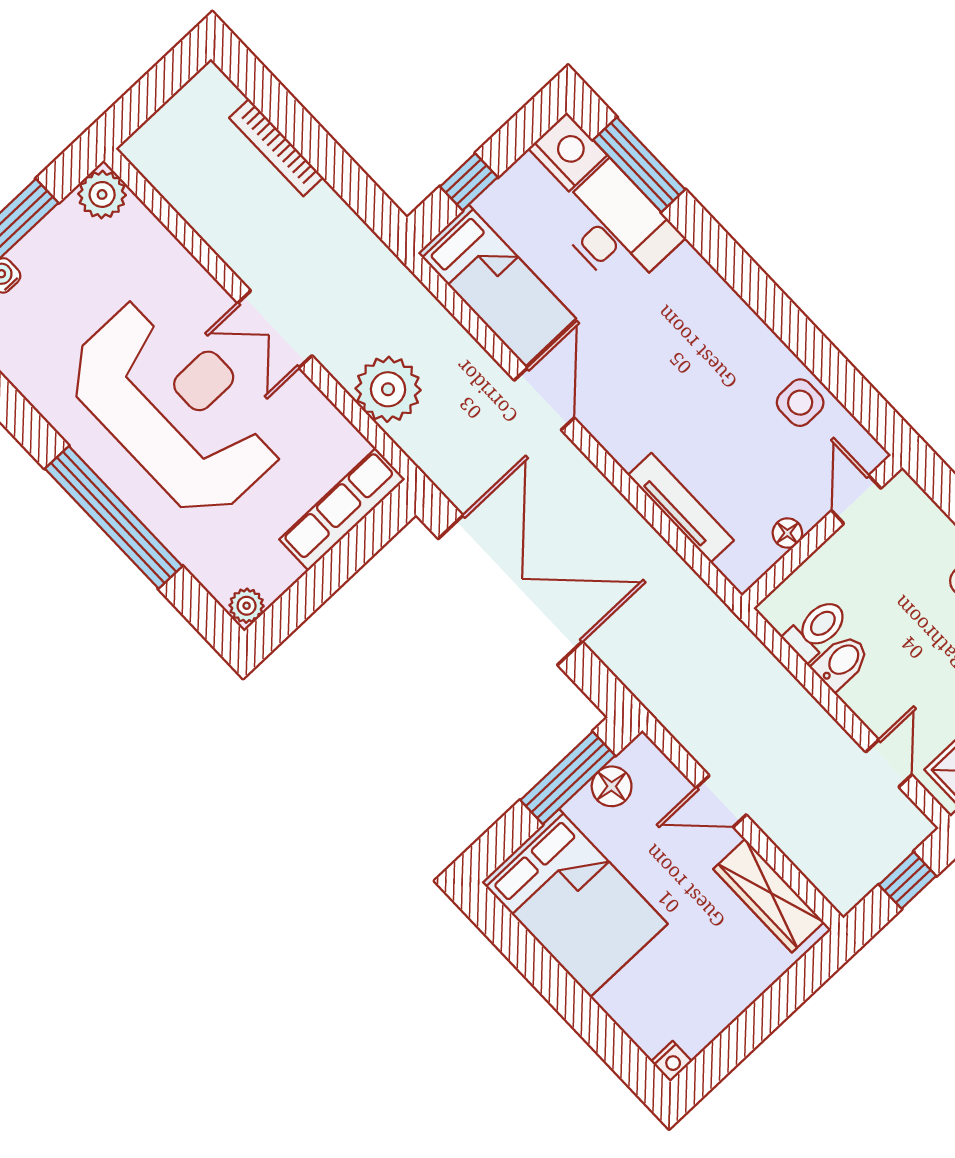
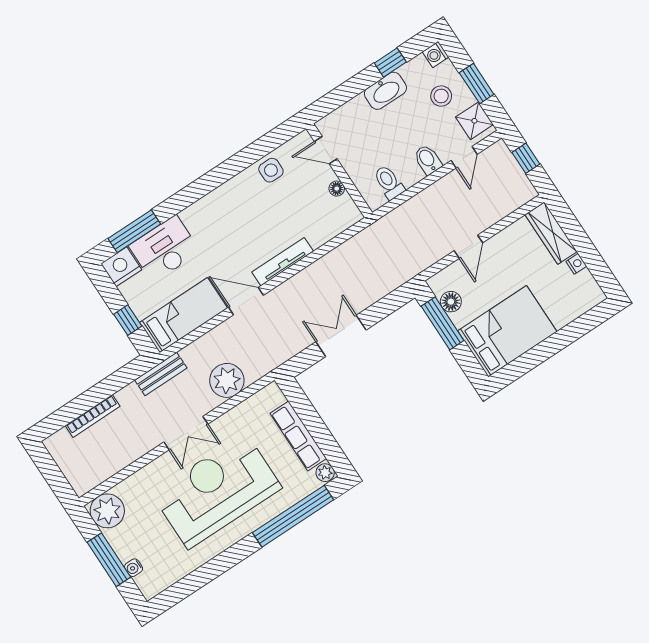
plant: (102, 194) -> (107, 511), width x1.36, depth x1.36
bench: (378, 262) -> (161, 374), added
tv unit: (681, 508) -> (283, 262), moved
row of seats: (342, 509) -> (298, 436), moved
window: (114, 517) -> (293, 516), moved
double door: (510, 590) -> (341, 336), width x0.54
bidet: (841, 662) -> (428, 160), moved
door: (889, 763) -> (464, 157), swing flipped
wardrobe: (769, 896) -> (551, 233), moved, turned 90
nightstand: (671, 1061) -> (576, 264), moved

